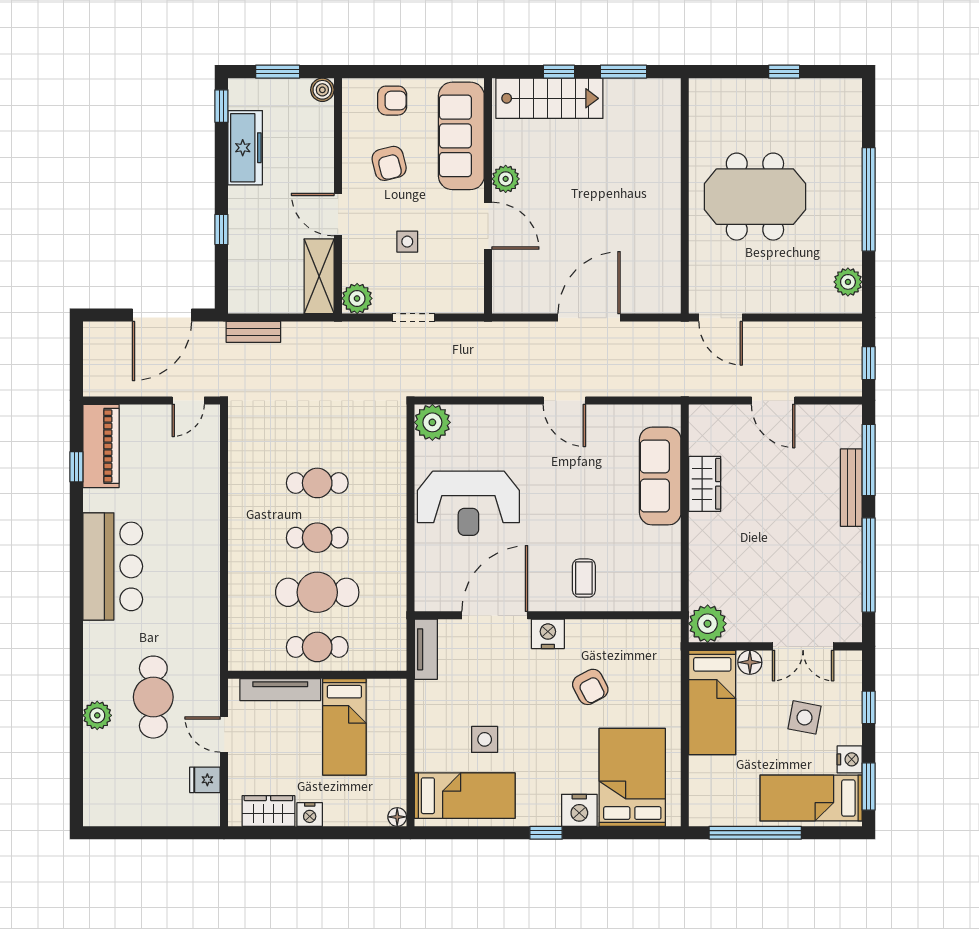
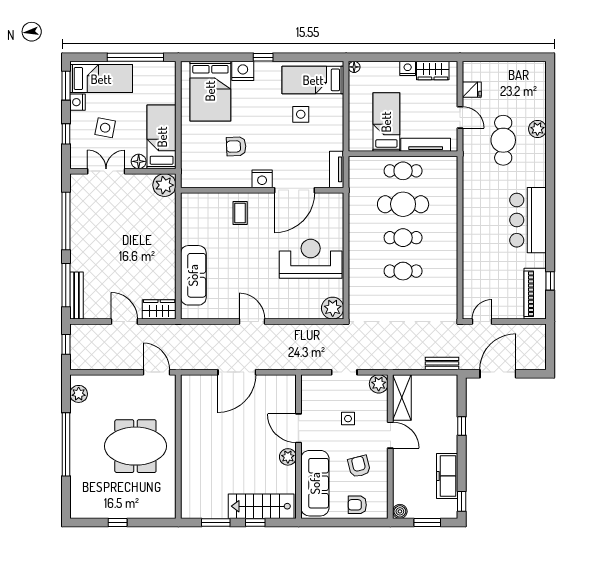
wardrobe: (705, 484) -> (159, 309), moved, turned 90
bench: (851, 488) -> (77, 295), moved
armchair: (590, 687) -> (236, 146), turned -64

